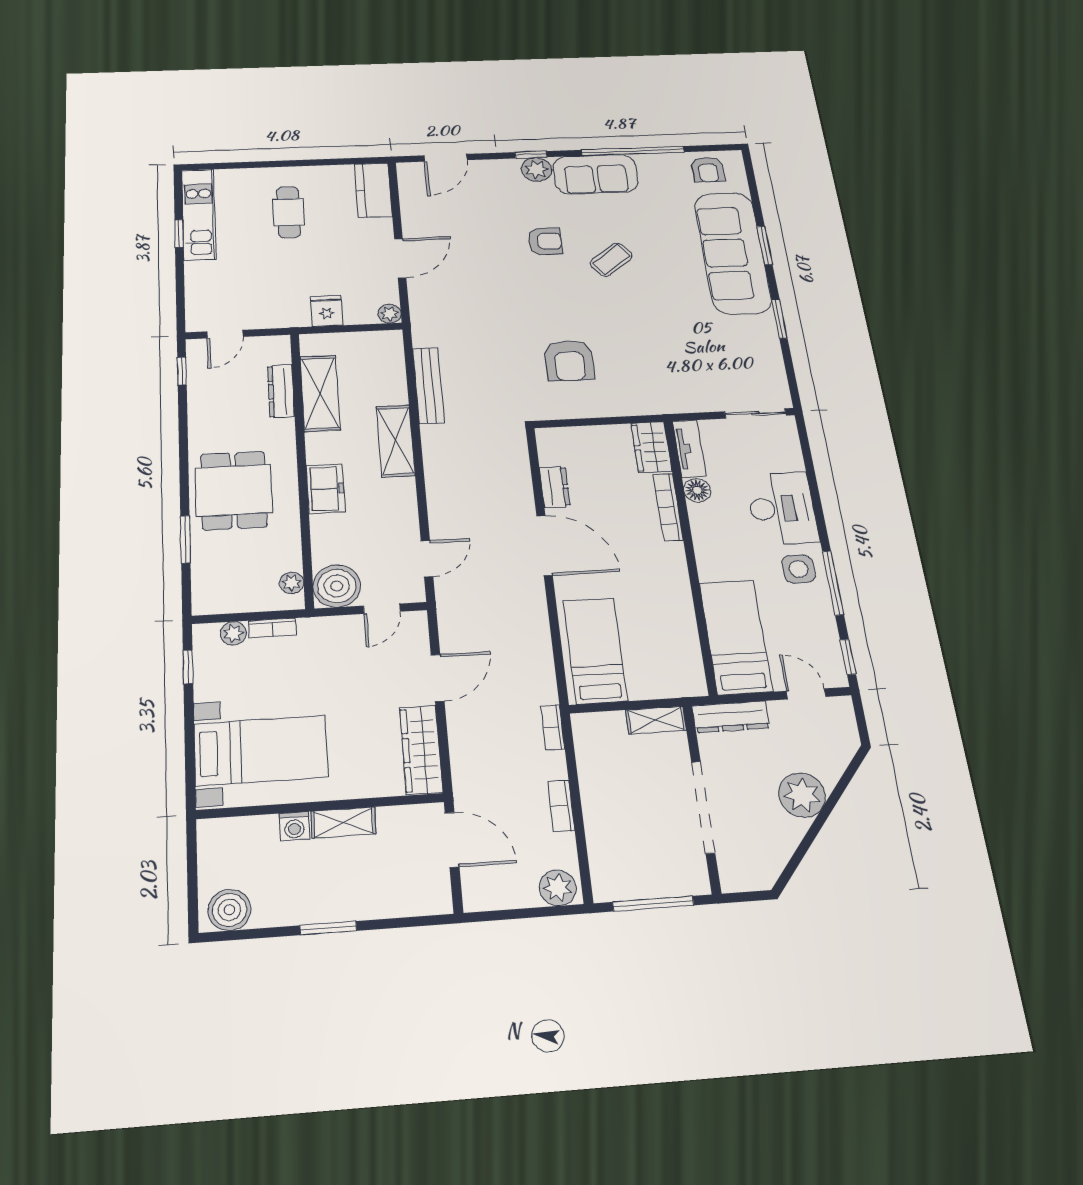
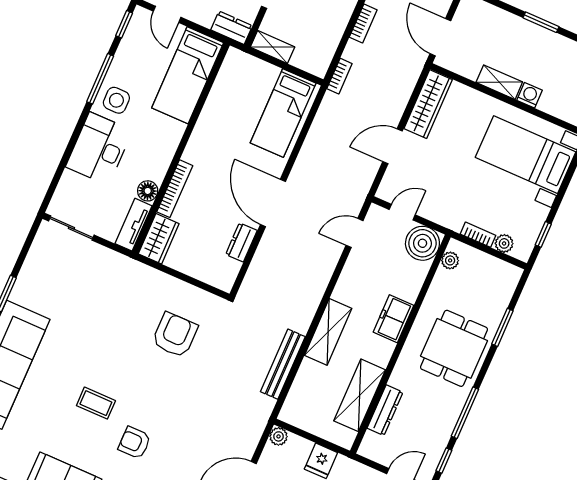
coffee table: (611, 260) -> (96, 403), turned 38
window: (183, 430) -> (465, 413), added
dresser: (731, 717) -> (232, 28), width x0.70

